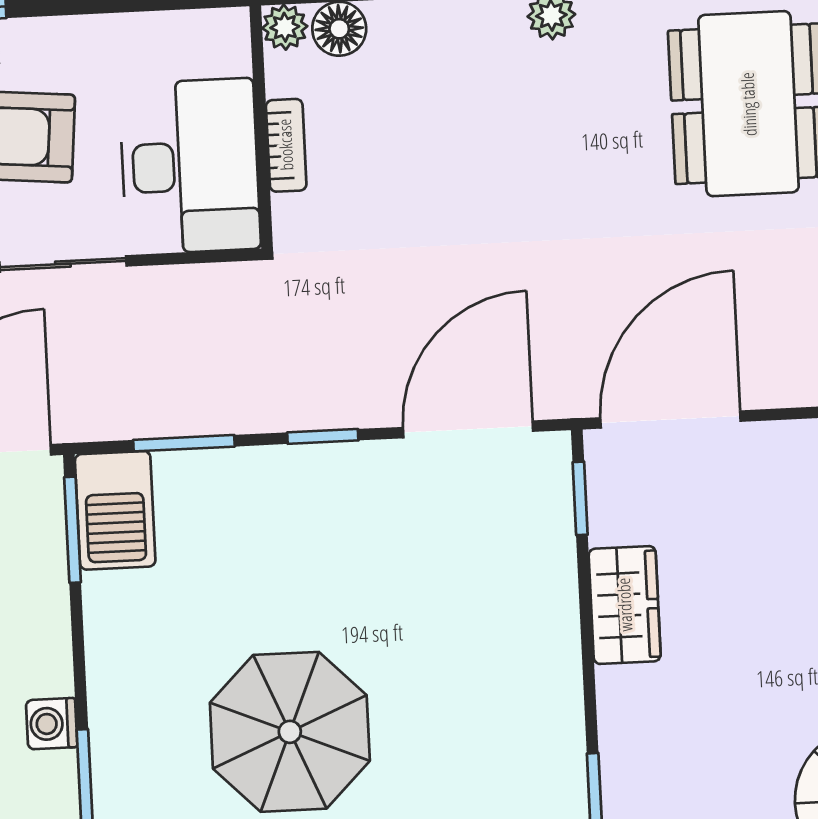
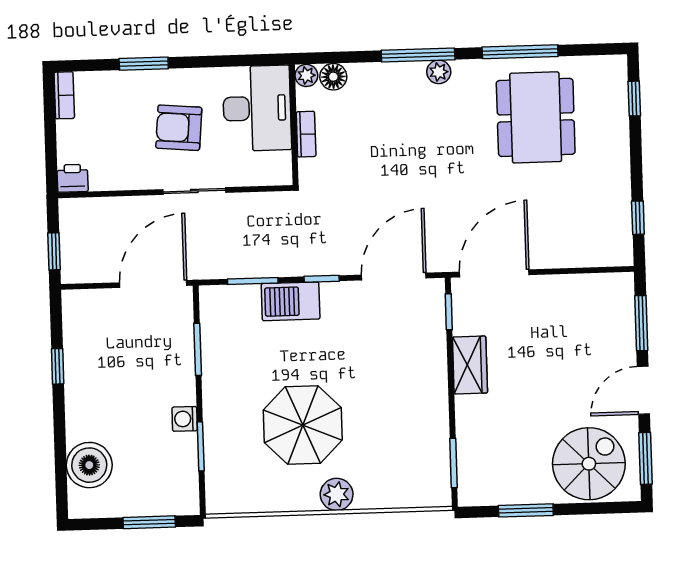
desk: (190, 166) -> (257, 108), moved
barbecue: (115, 510) -> (291, 301), moved, turned 90
window: (73, 530) -> (198, 349), moved

